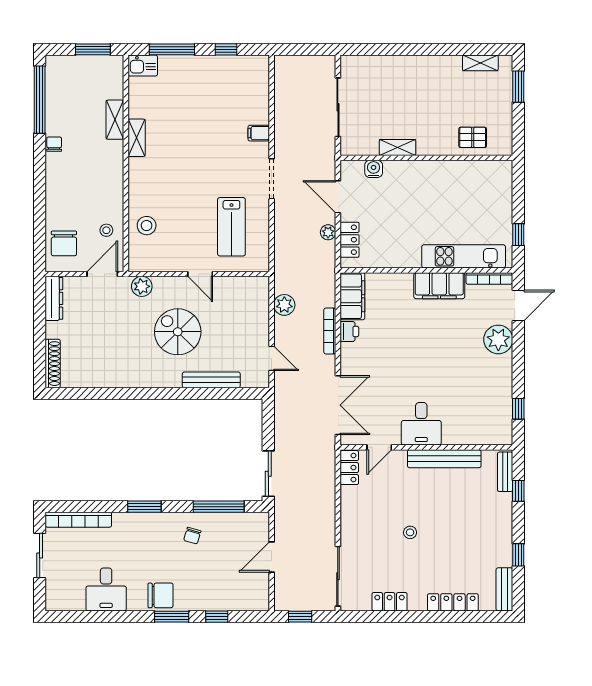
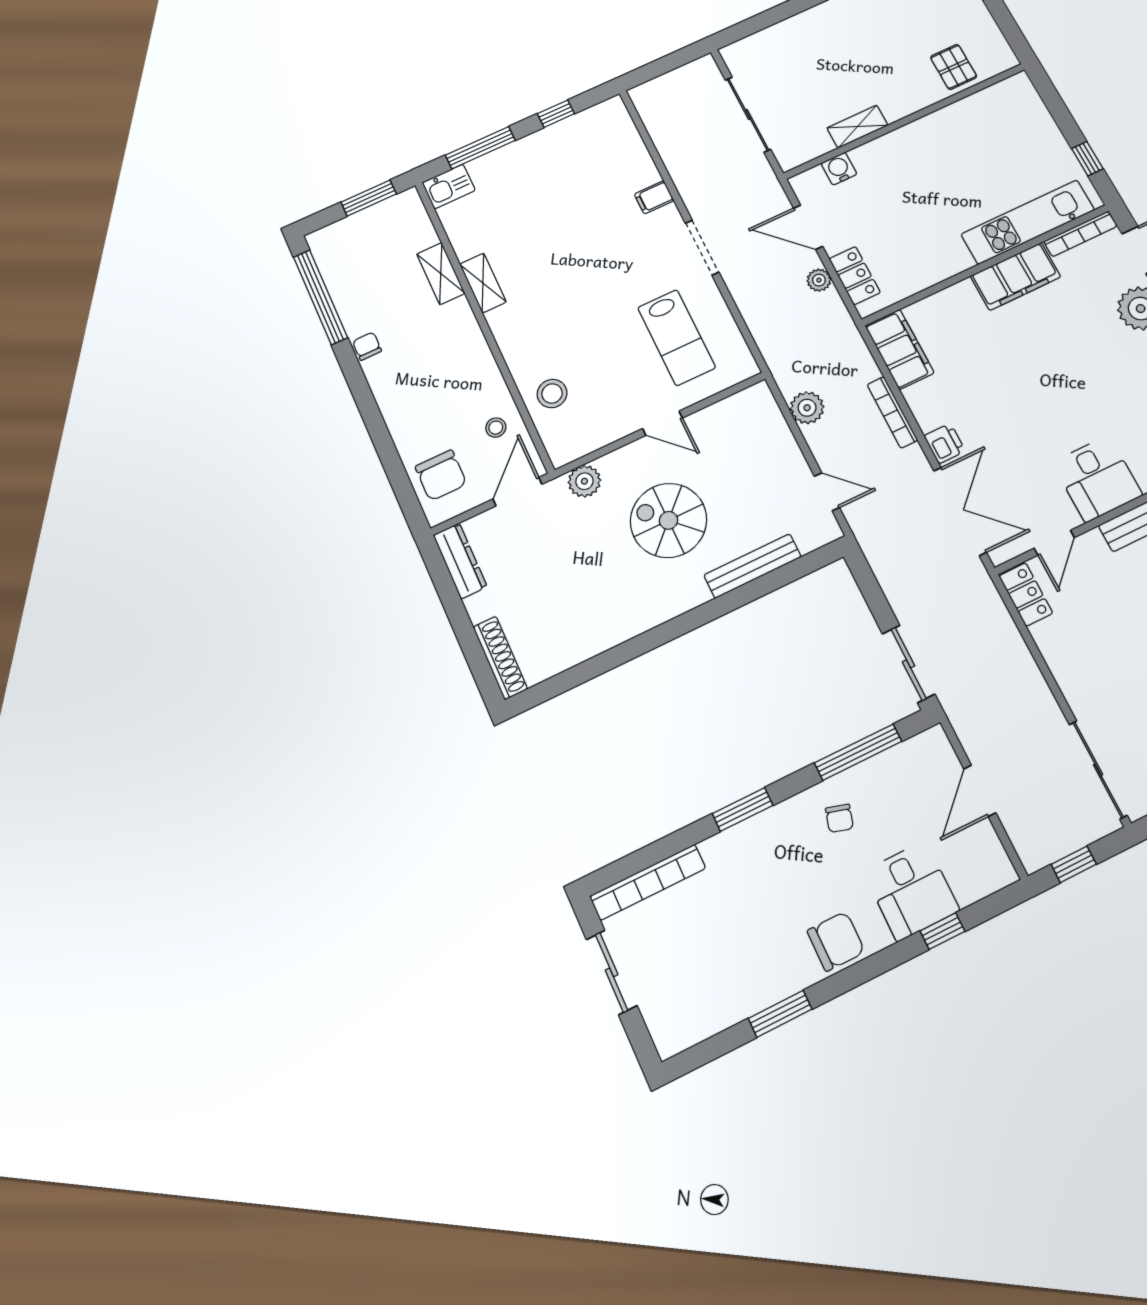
pallet: (473, 137) -> (954, 67), turned 90
printer: (349, 331) -> (945, 443), moved
desk: (106, 589) -> (911, 891), moved
window: (172, 617) -> (780, 1014), moved

